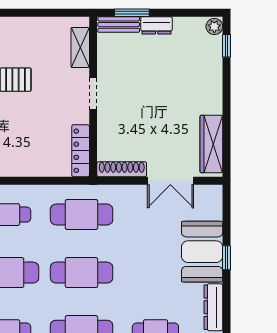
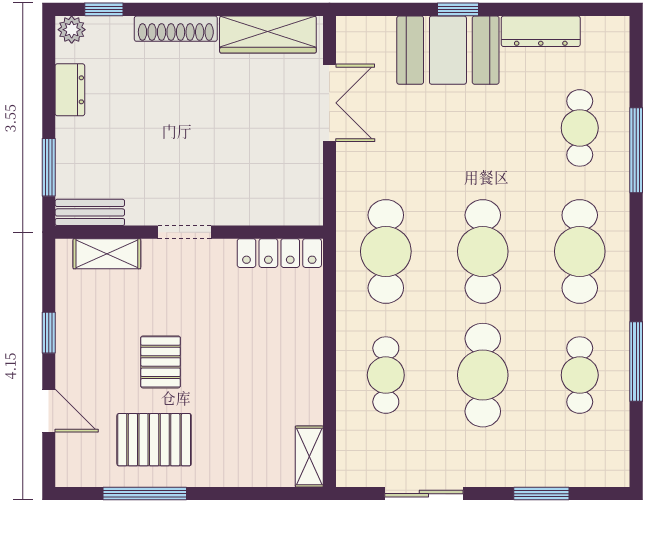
window: (33, 13) -> (49, 333), added
bench: (119, 25) -> (90, 212), moved, turned 90
dresser: (157, 25) -> (70, 90), moved
shoe rack: (122, 169) -> (176, 29), moved, turned -90

